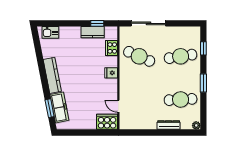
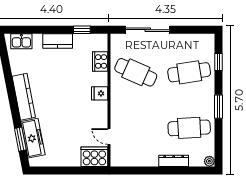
kitchen counter: (93, 32) -> (58, 41), moved

